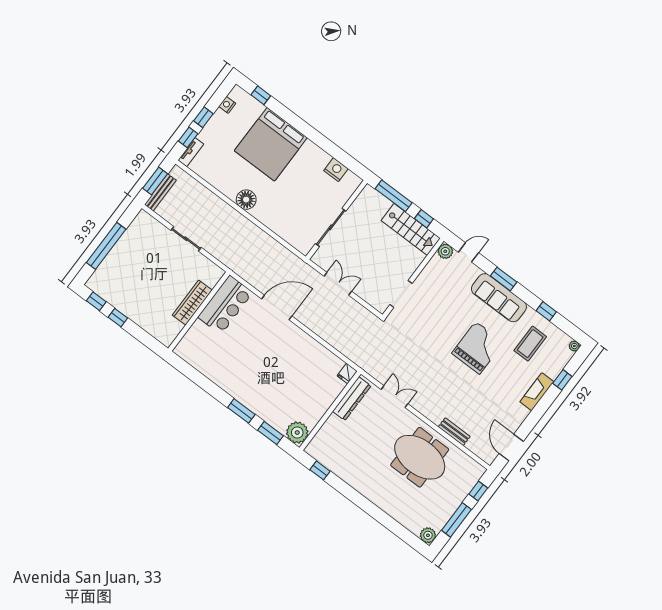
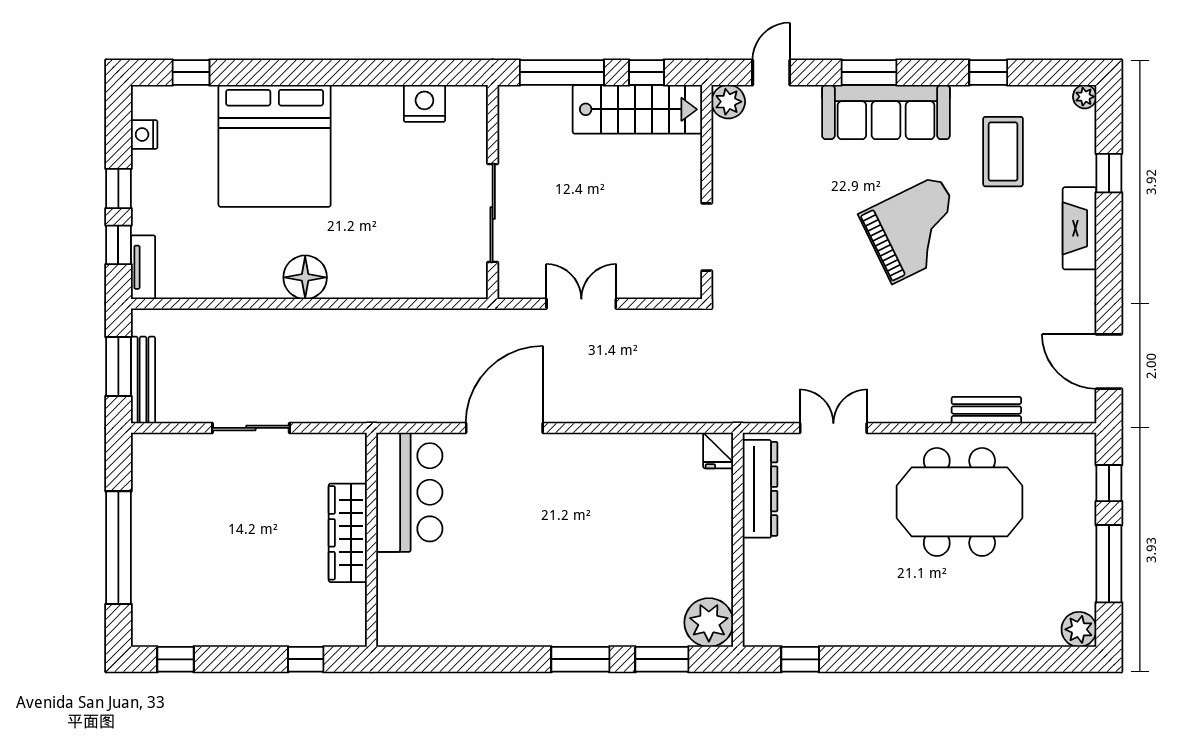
window: (118, 318) -> (306, 659), moved
grand piano: (478, 348) -> (915, 229), turned 64

